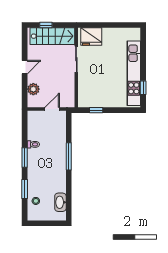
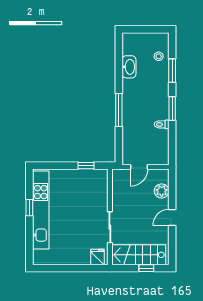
fridge: (91, 37) -> (98, 257), width x0.53, depth x0.75
window: (143, 88) -> (29, 208), moved
washbasin: (60, 202) -> (129, 67), moved

